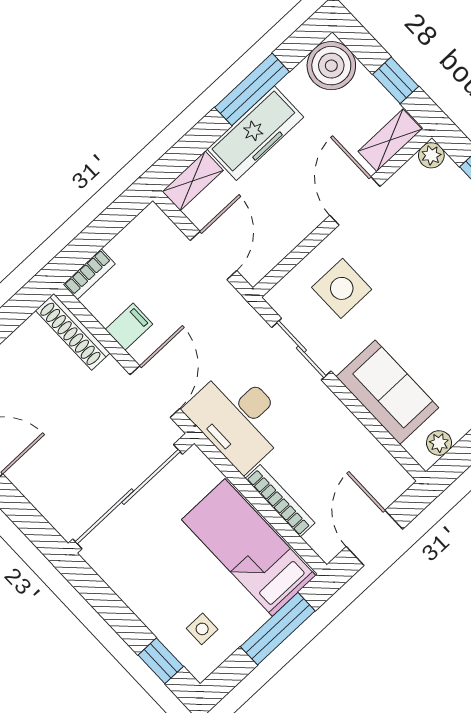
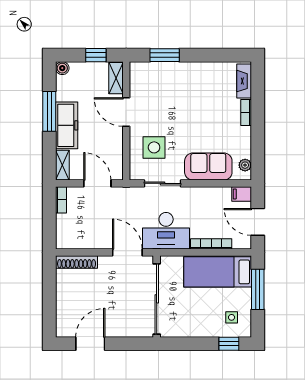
boiler: (331, 66) -> (62, 68), width x0.54, depth x0.54
plant: (431, 155) -> (136, 68), removed
bookcase: (89, 274) -> (61, 200), moved
filing cabinet: (129, 327) -> (242, 194), moved, turned -90

